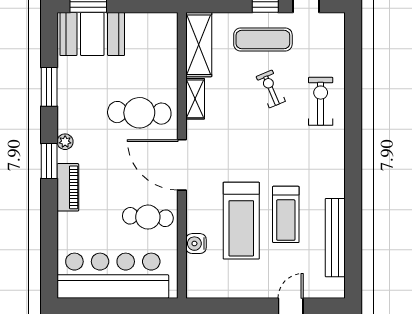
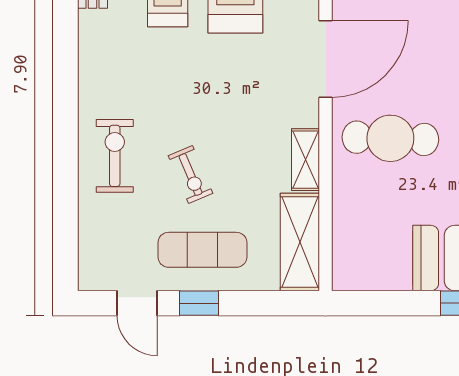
exercise bike: (321, 101) -> (115, 156), turned 180
door: (182, 165) -> (326, 59), hinge flipped

